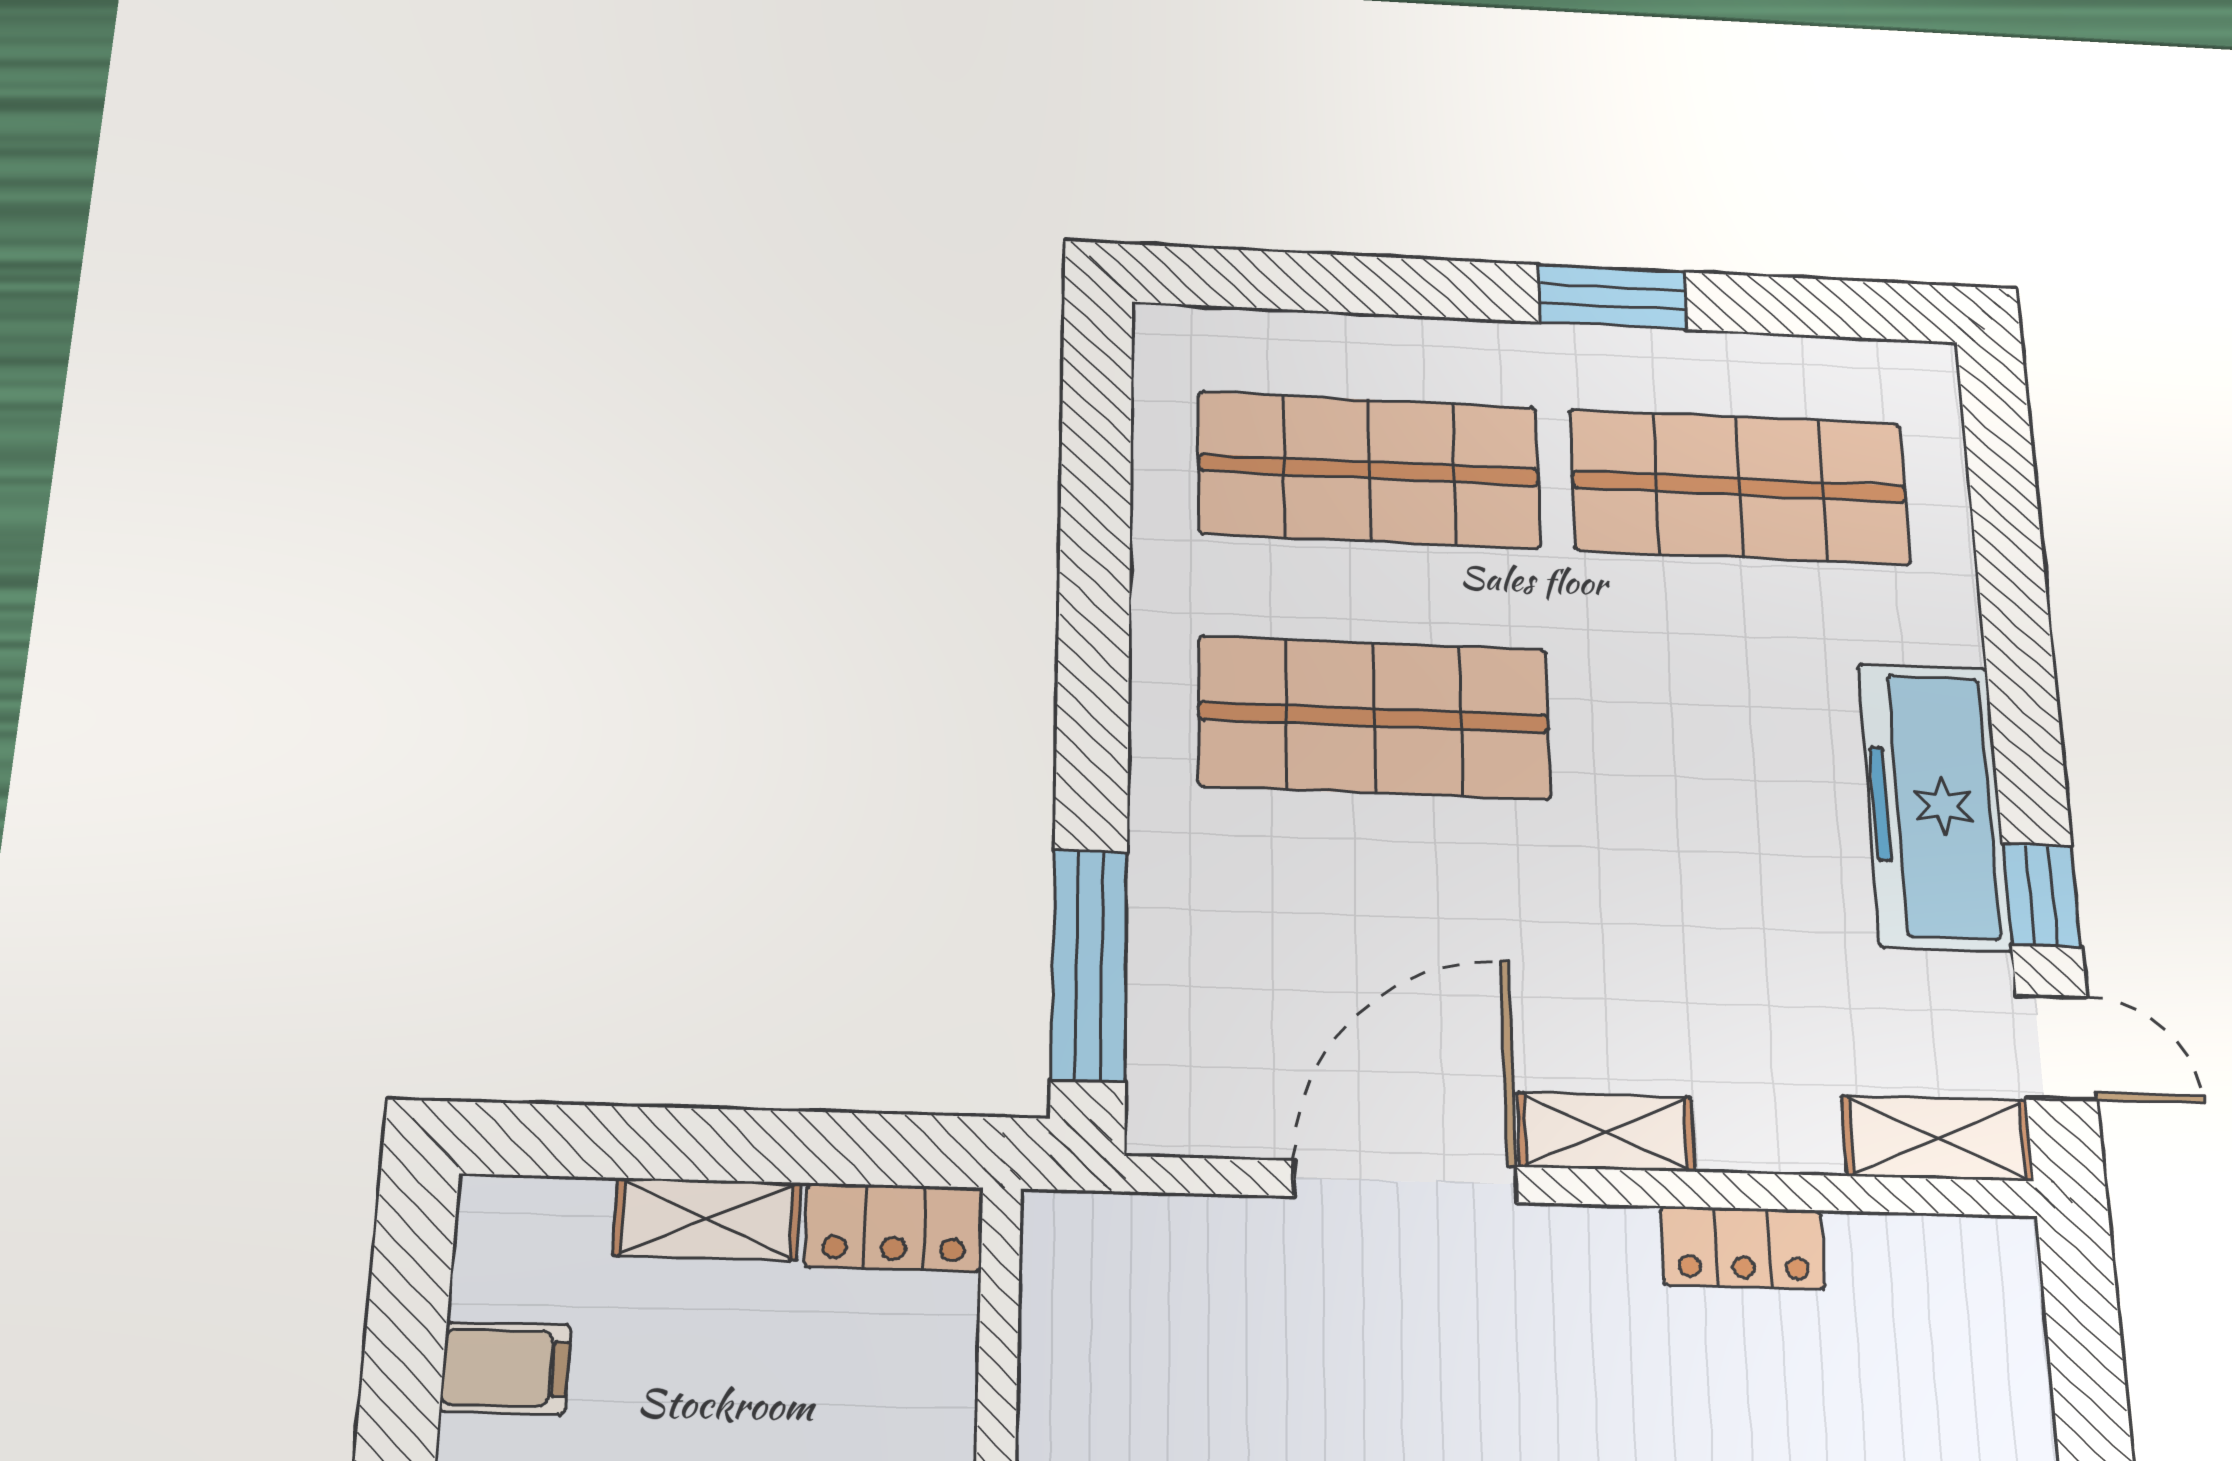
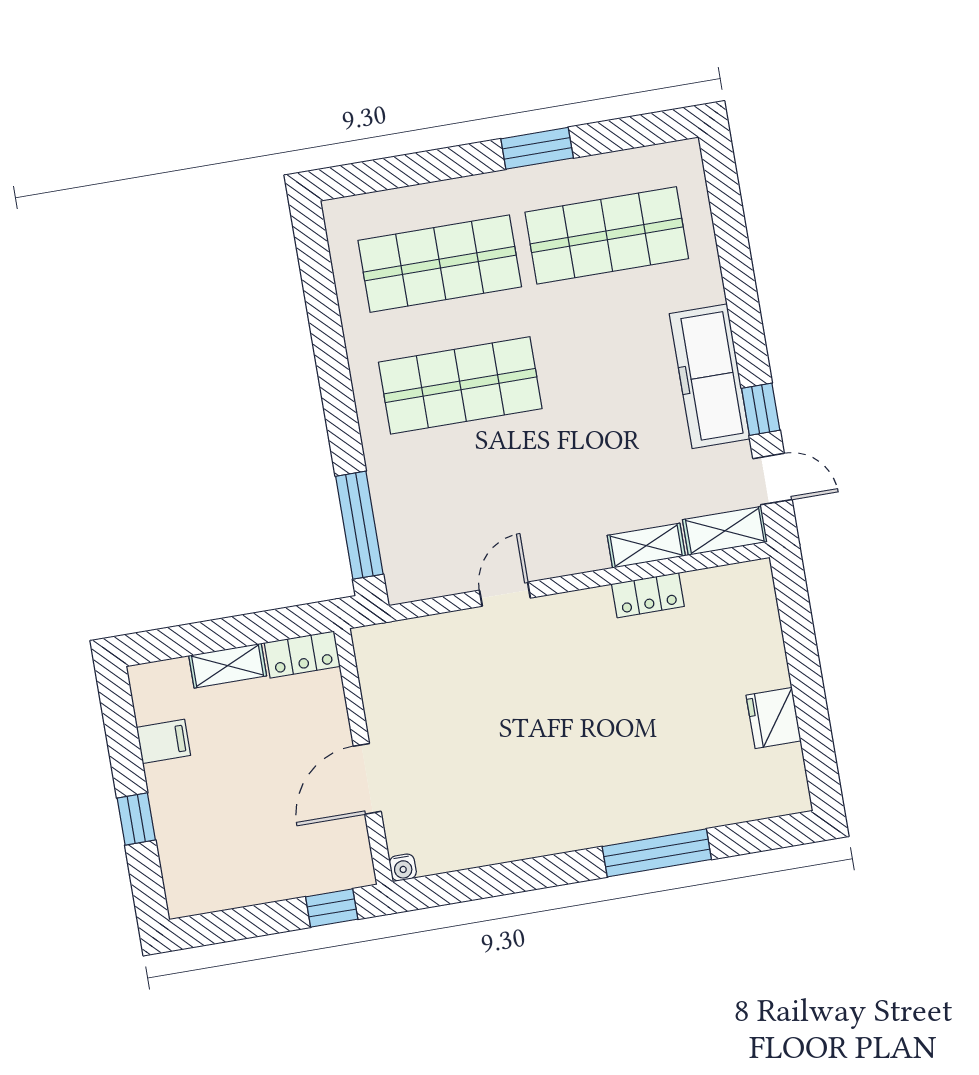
shelving: (1606, 1132) -> (646, 546), moved
door: (1405, 1181) -> (505, 594), width x0.53

